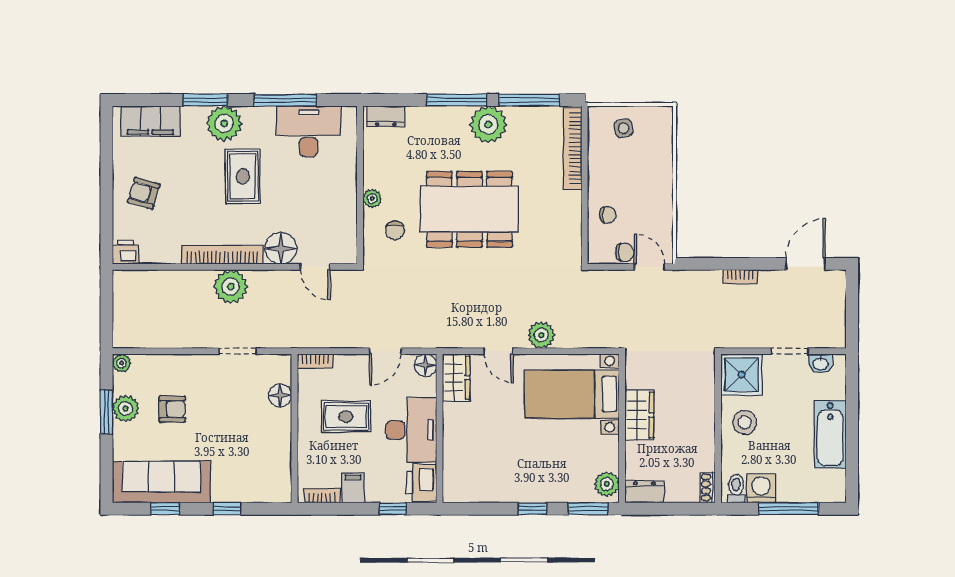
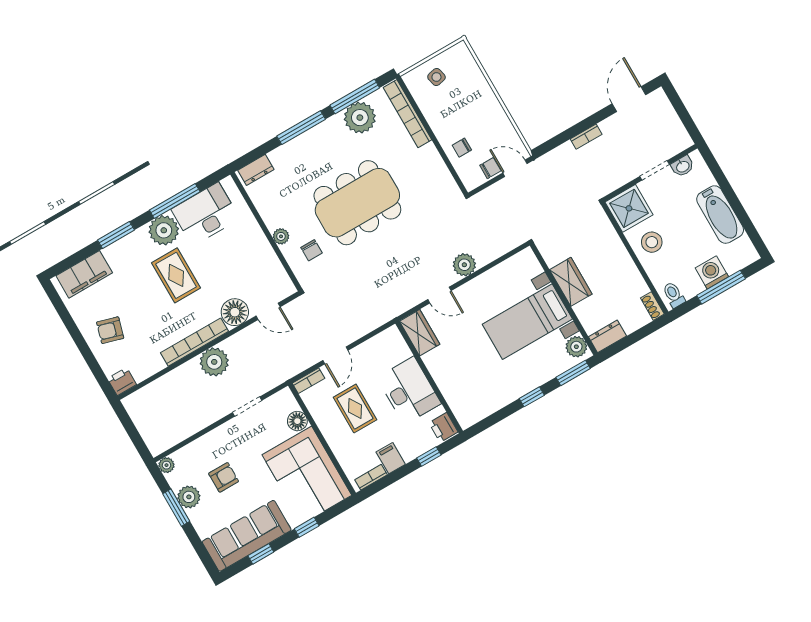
plant: (224, 123) -> (164, 230), moved
plant: (488, 124) -> (360, 118), moved
chair: (608, 215) -> (462, 148), turned 180
door: (385, 351) -> (335, 355), moved
floor lamp: (425, 365) -> (392, 337), removed
bed with nightstands: (572, 394) -> (527, 322), moved
rug: (346, 417) -> (355, 409), turned 90
corner sofa: (258, 456) -> (307, 475), added
printer: (422, 483) -> (443, 427), width x0.73, depth x0.81
washing machine: (761, 488) -> (712, 272), moved

